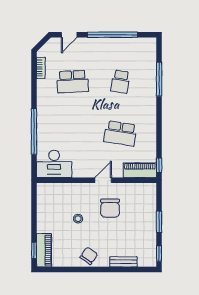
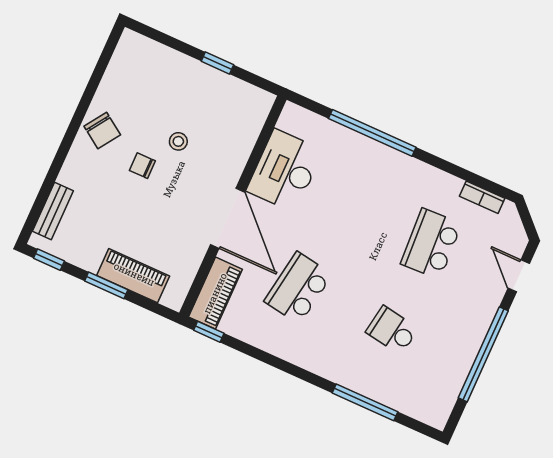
desk: (54, 164) -> (285, 171), moved
door: (103, 180) -> (227, 218), width x1.87
chair: (110, 208) -> (142, 166), moved, width x0.54, depth x0.54
window: (34, 250) -> (217, 63), moved
piano: (44, 250) -> (133, 276), moved, turned 180
bench: (123, 262) -> (53, 211), moved

